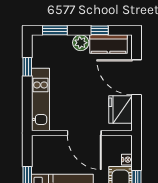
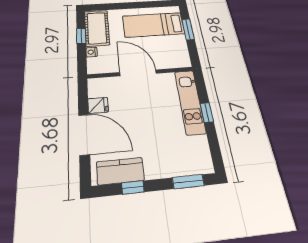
plant: (81, 43) -> (154, 169), removed
window: (27, 67) -> (207, 112), moved
fridge: (120, 109) -> (98, 105), width x0.53, depth x0.75

